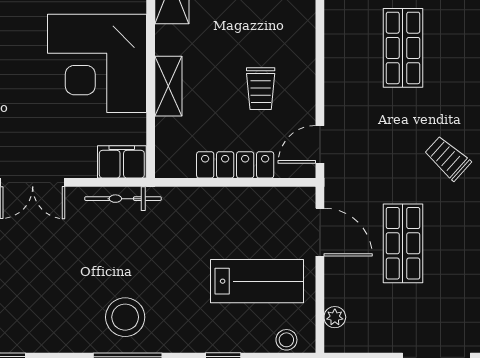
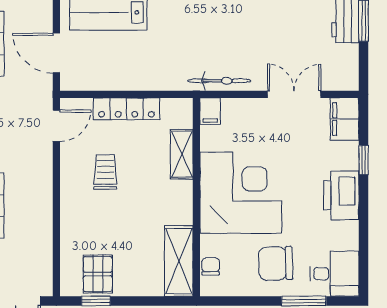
shelving: (168, 86) -> (182, 154), moved
filing cabinet: (122, 162) -> (210, 111), width x0.50

